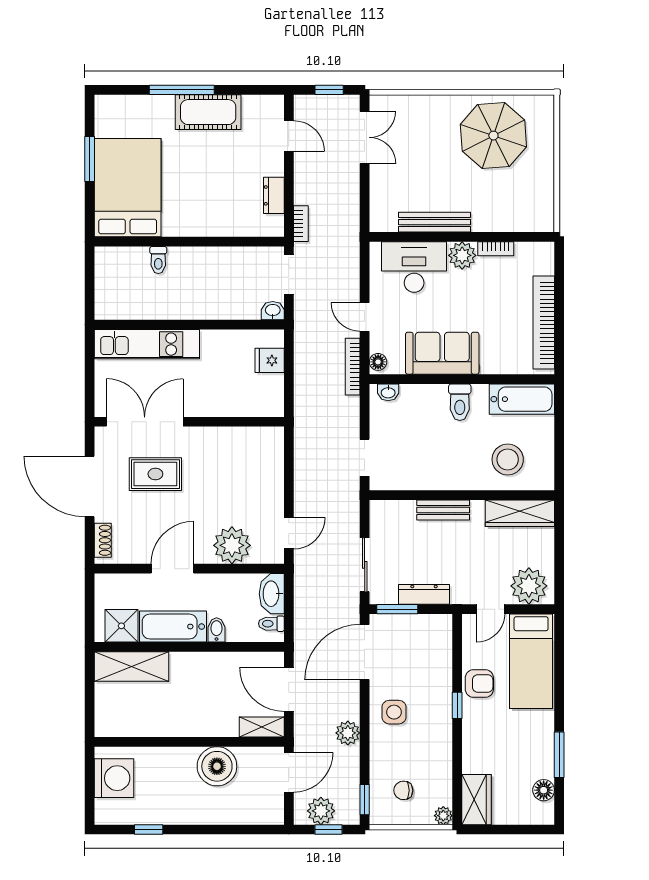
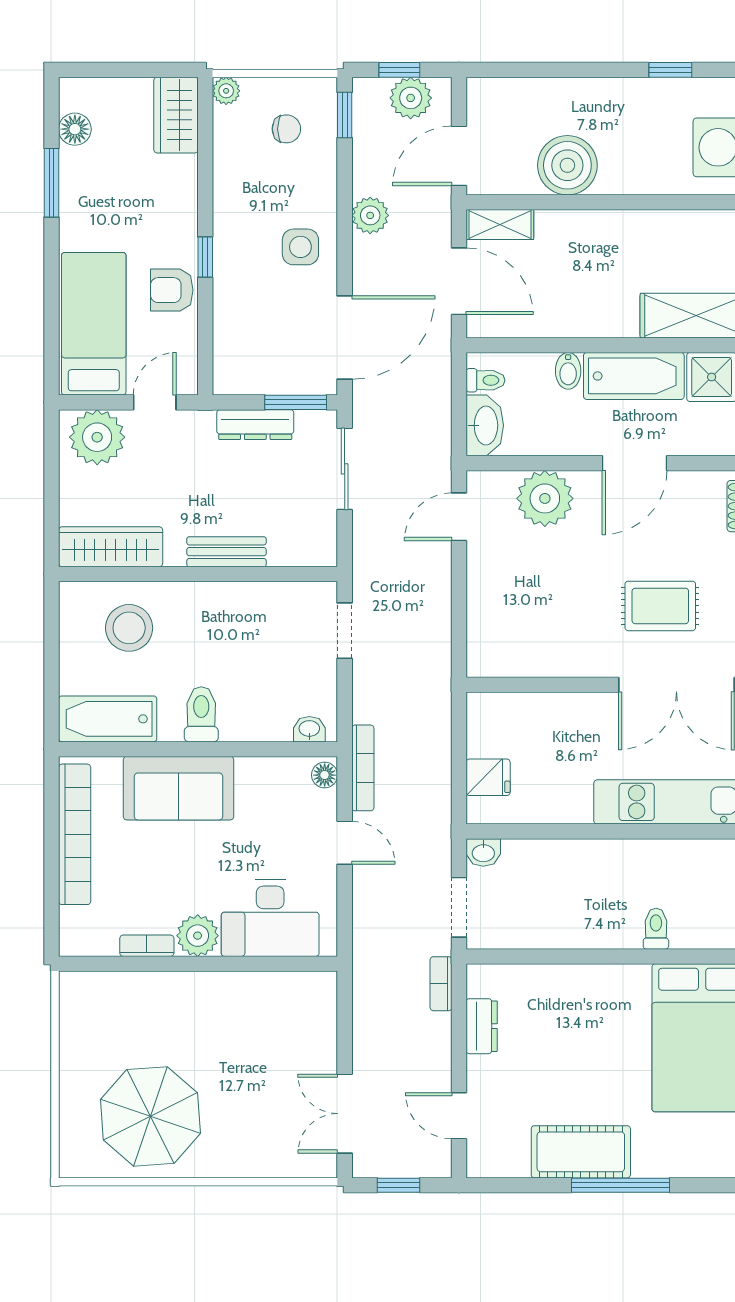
bench: (434, 222) -> (239, 986), removed
sofa: (442, 353) -> (178, 788), moved

